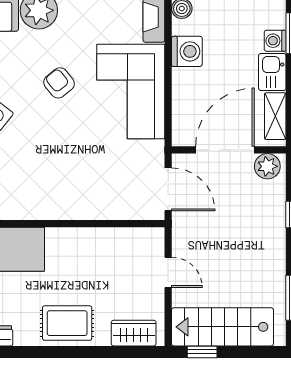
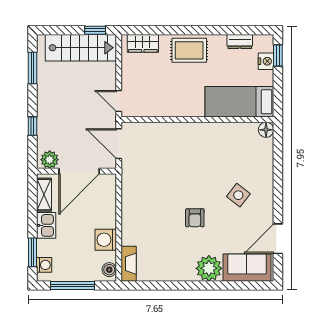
washing machine: (275, 41) -> (44, 265), moved
armchair: (59, 83) -> (195, 218), turned 39
corner sofa: (131, 92) -> (145, 212), removed
door: (168, 272) -> (119, 101), moved

